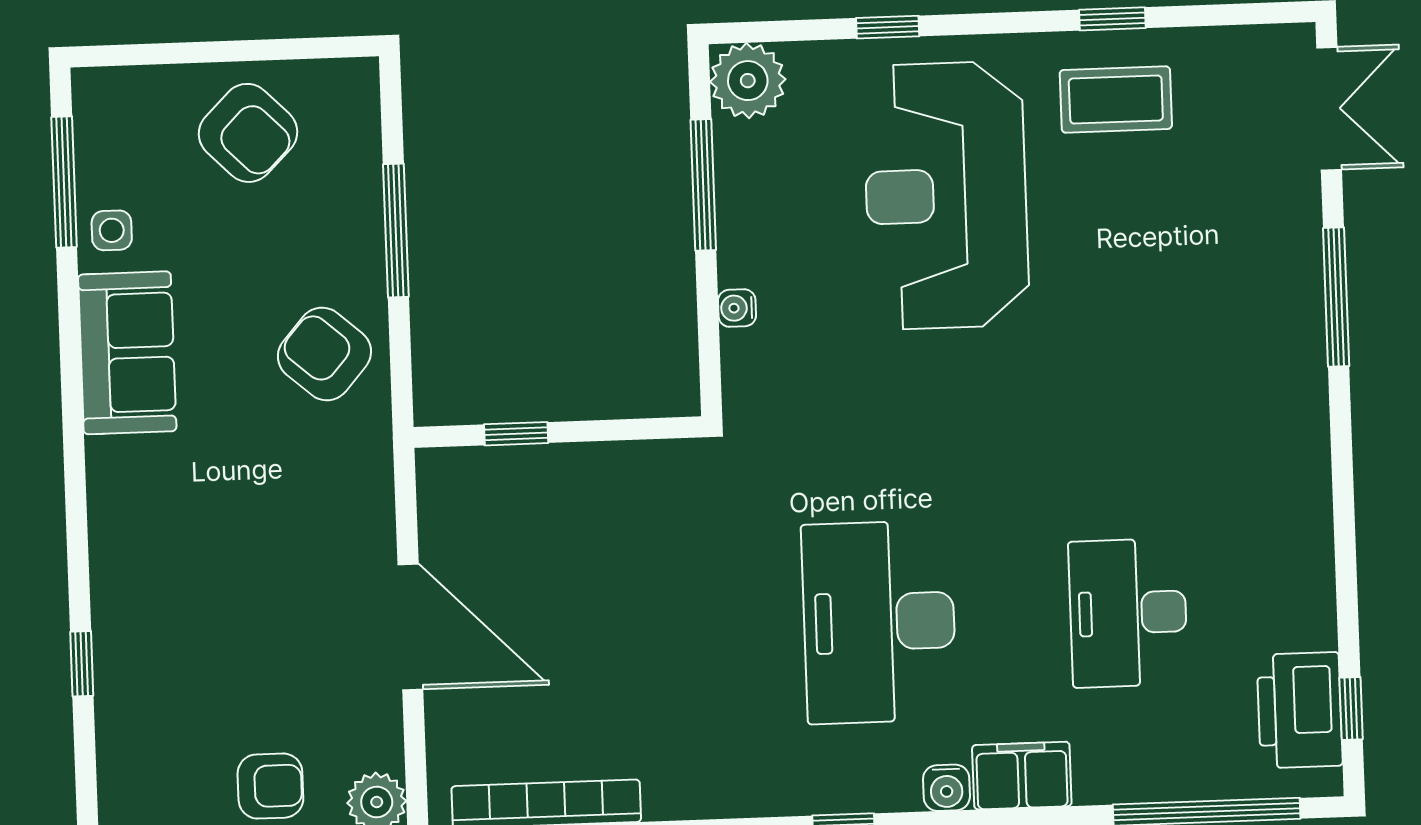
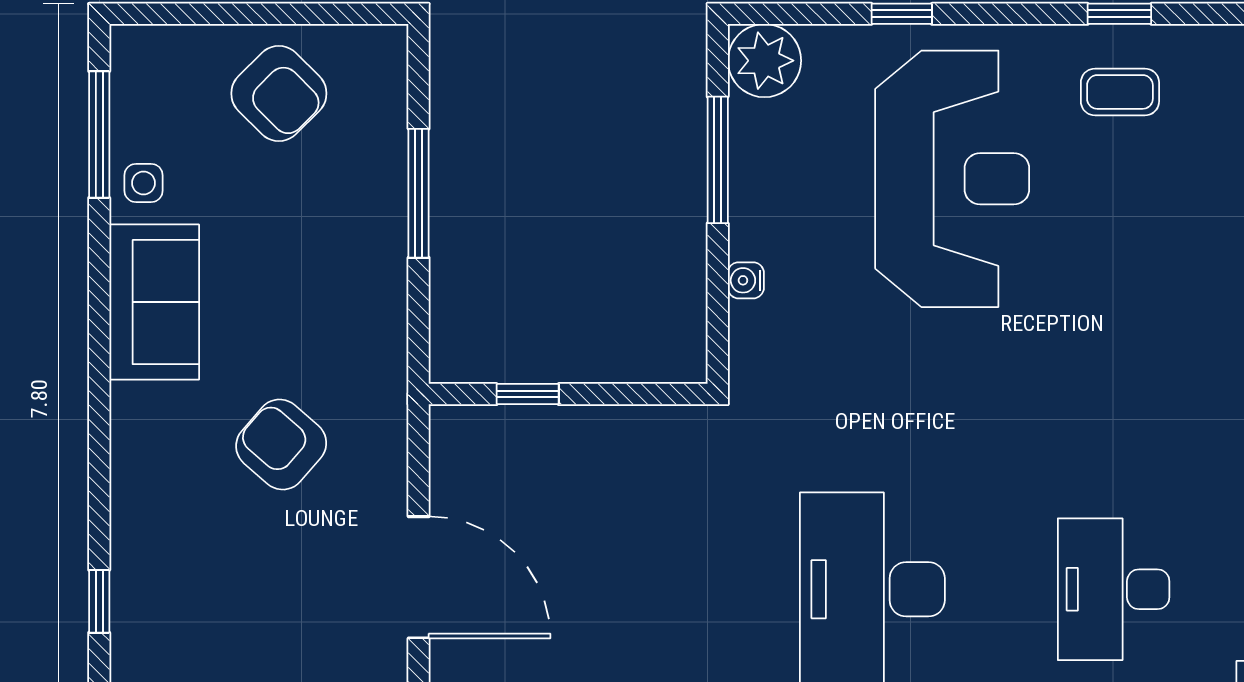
coffee table: (1116, 99) -> (1120, 92), width x0.73, depth x0.77
reception desk: (946, 195) -> (952, 179), turned 180
armchair: (324, 354) -> (281, 444), moved

